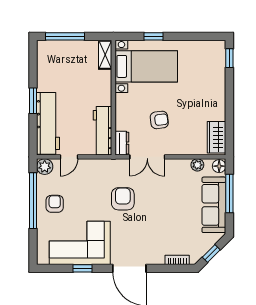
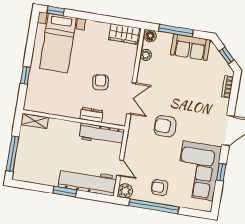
bed with nightstands: (146, 66) -> (58, 43), moved, turned 180
dresser: (122, 143) -> (91, 115), moved
sofa: (214, 205) -> (190, 47), width x0.73

